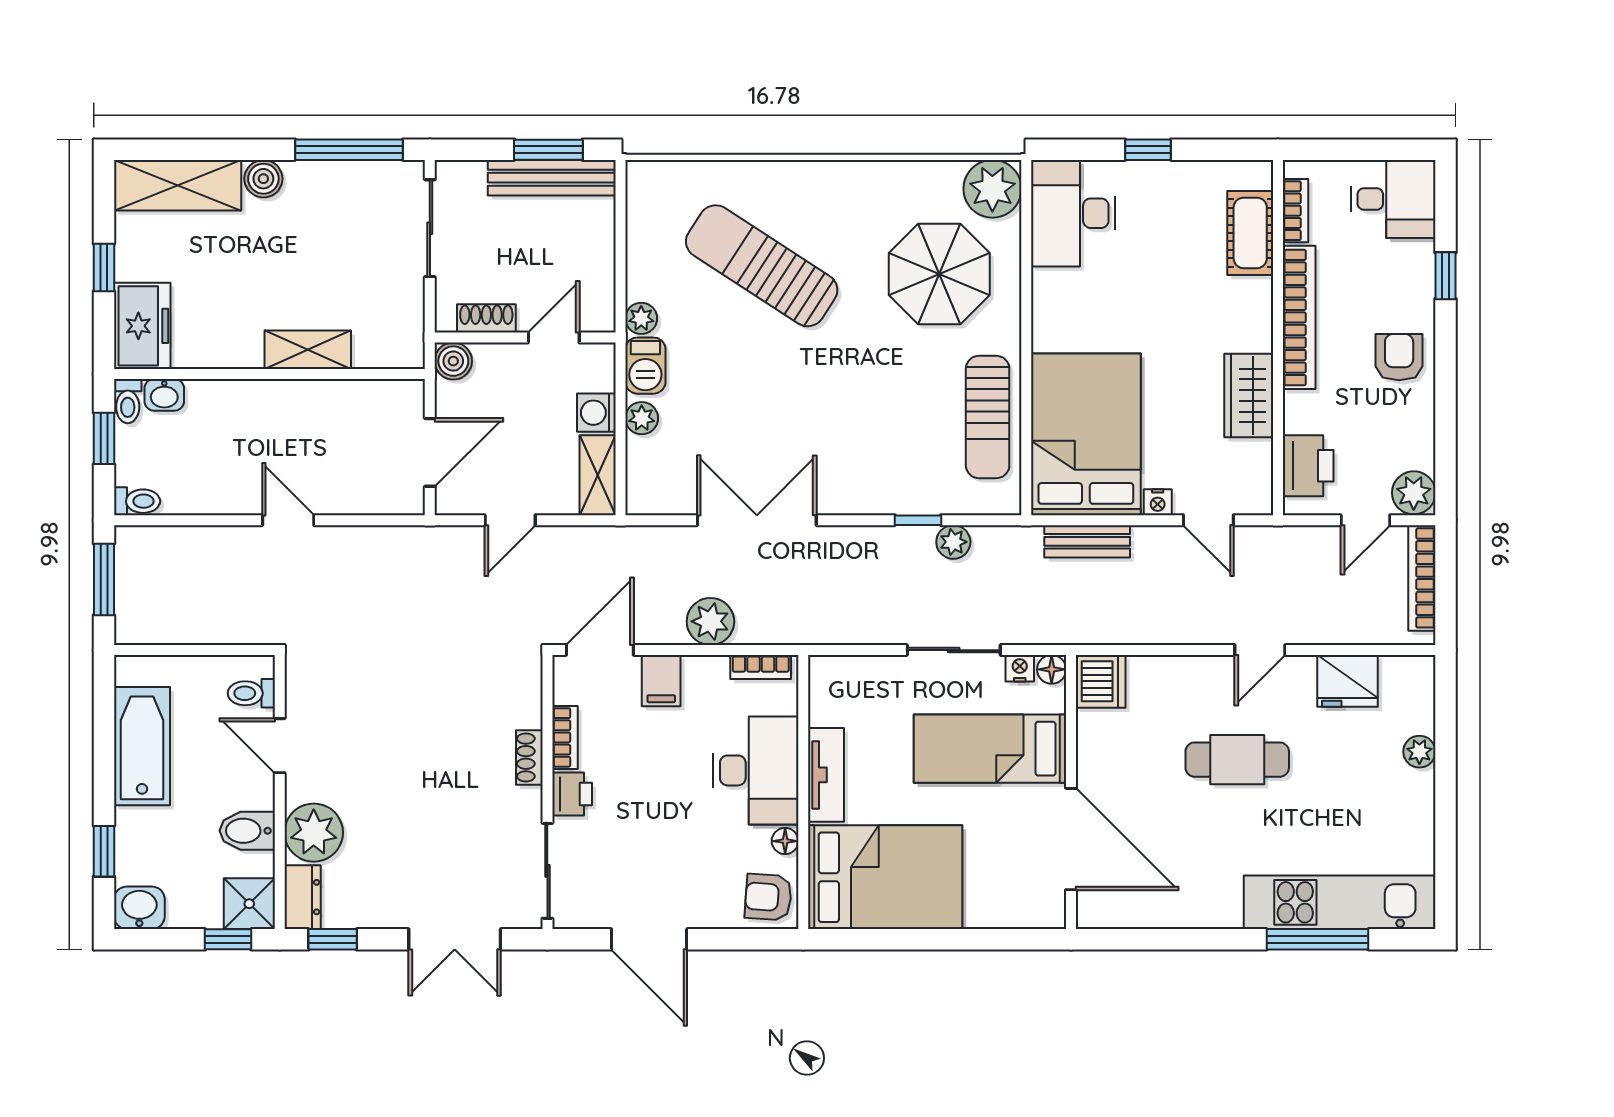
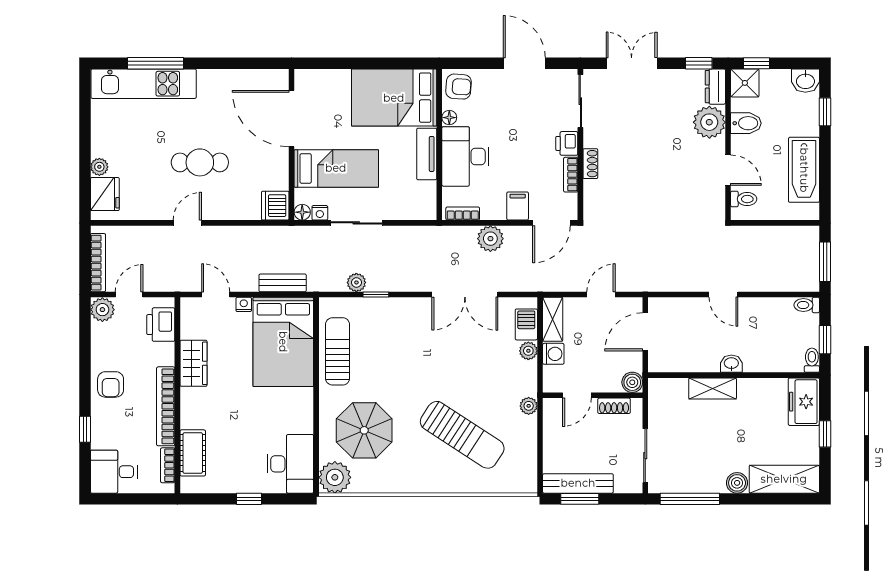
barbecue: (645, 366) -> (526, 324), moved
washbasin: (164, 395) -> (731, 364), moved
fridge: (1347, 681) -> (105, 194), moved, turned 90

